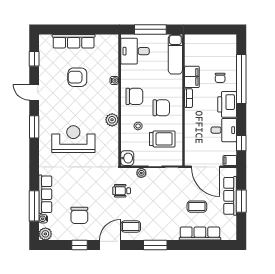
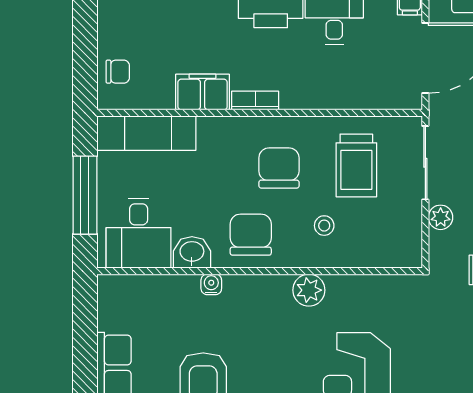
chair: (220, 78) -> (118, 72), moved
trolley: (162, 139) -> (356, 165), turned 180
washbasin: (127, 158) -> (192, 252), moved

